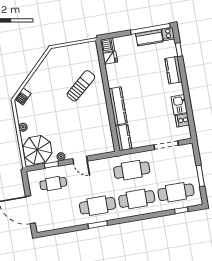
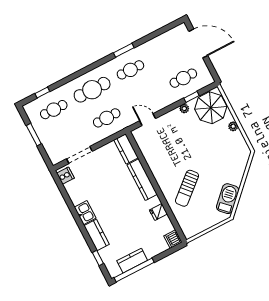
cooker: (168, 34) -> (114, 271), removed
fridge: (110, 58) -> (158, 212), moved
barbecue: (23, 96) -> (228, 199), moved, width x1.88, depth x1.53
kitchen sink: (179, 105) -> (85, 213), moved
cooker: (182, 120) -> (65, 176), moved
door: (80, 160) -> (148, 120), moved
cafe table: (132, 170) -> (107, 118), width x0.73, depth x0.74
cafe table: (176, 192) -> (54, 110), width x0.73, depth x0.74
cafe table: (97, 206) -> (130, 70), width x0.73, depth x0.74

